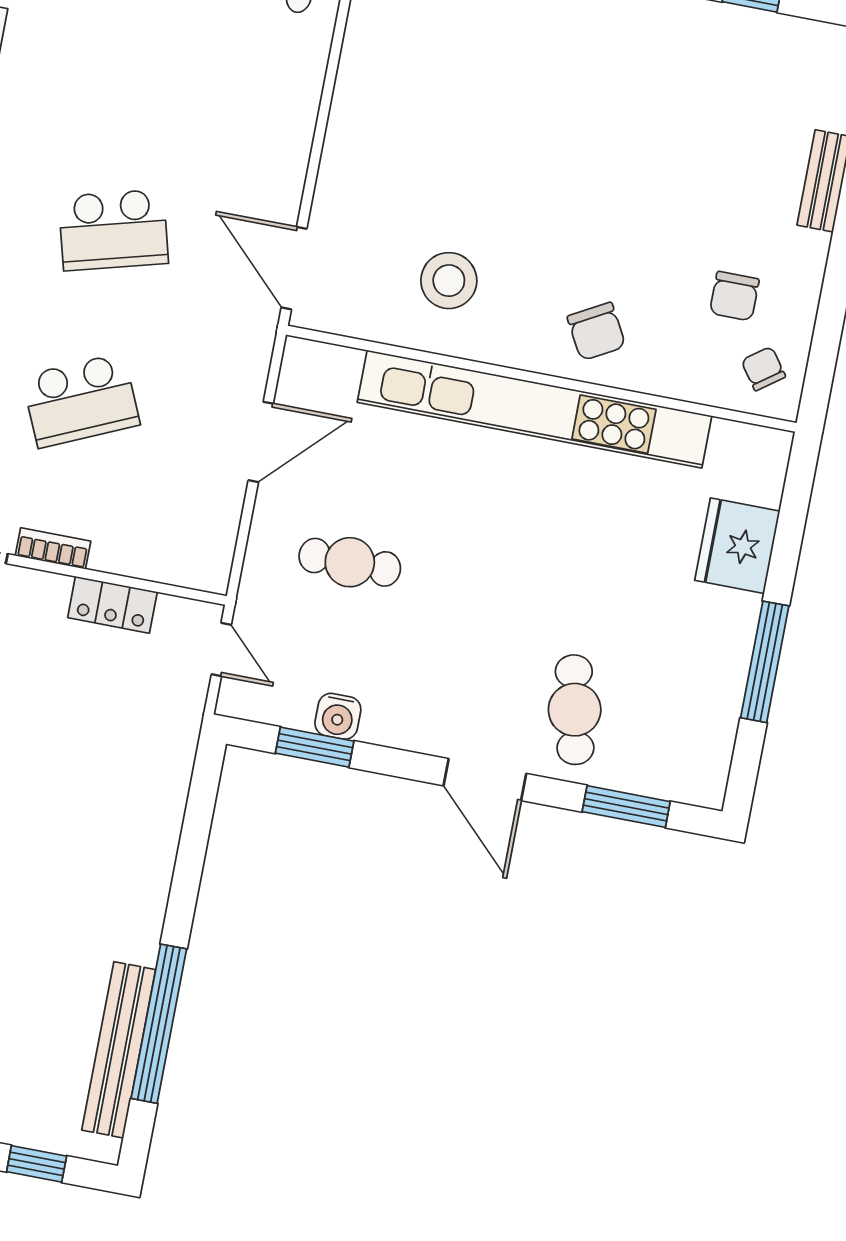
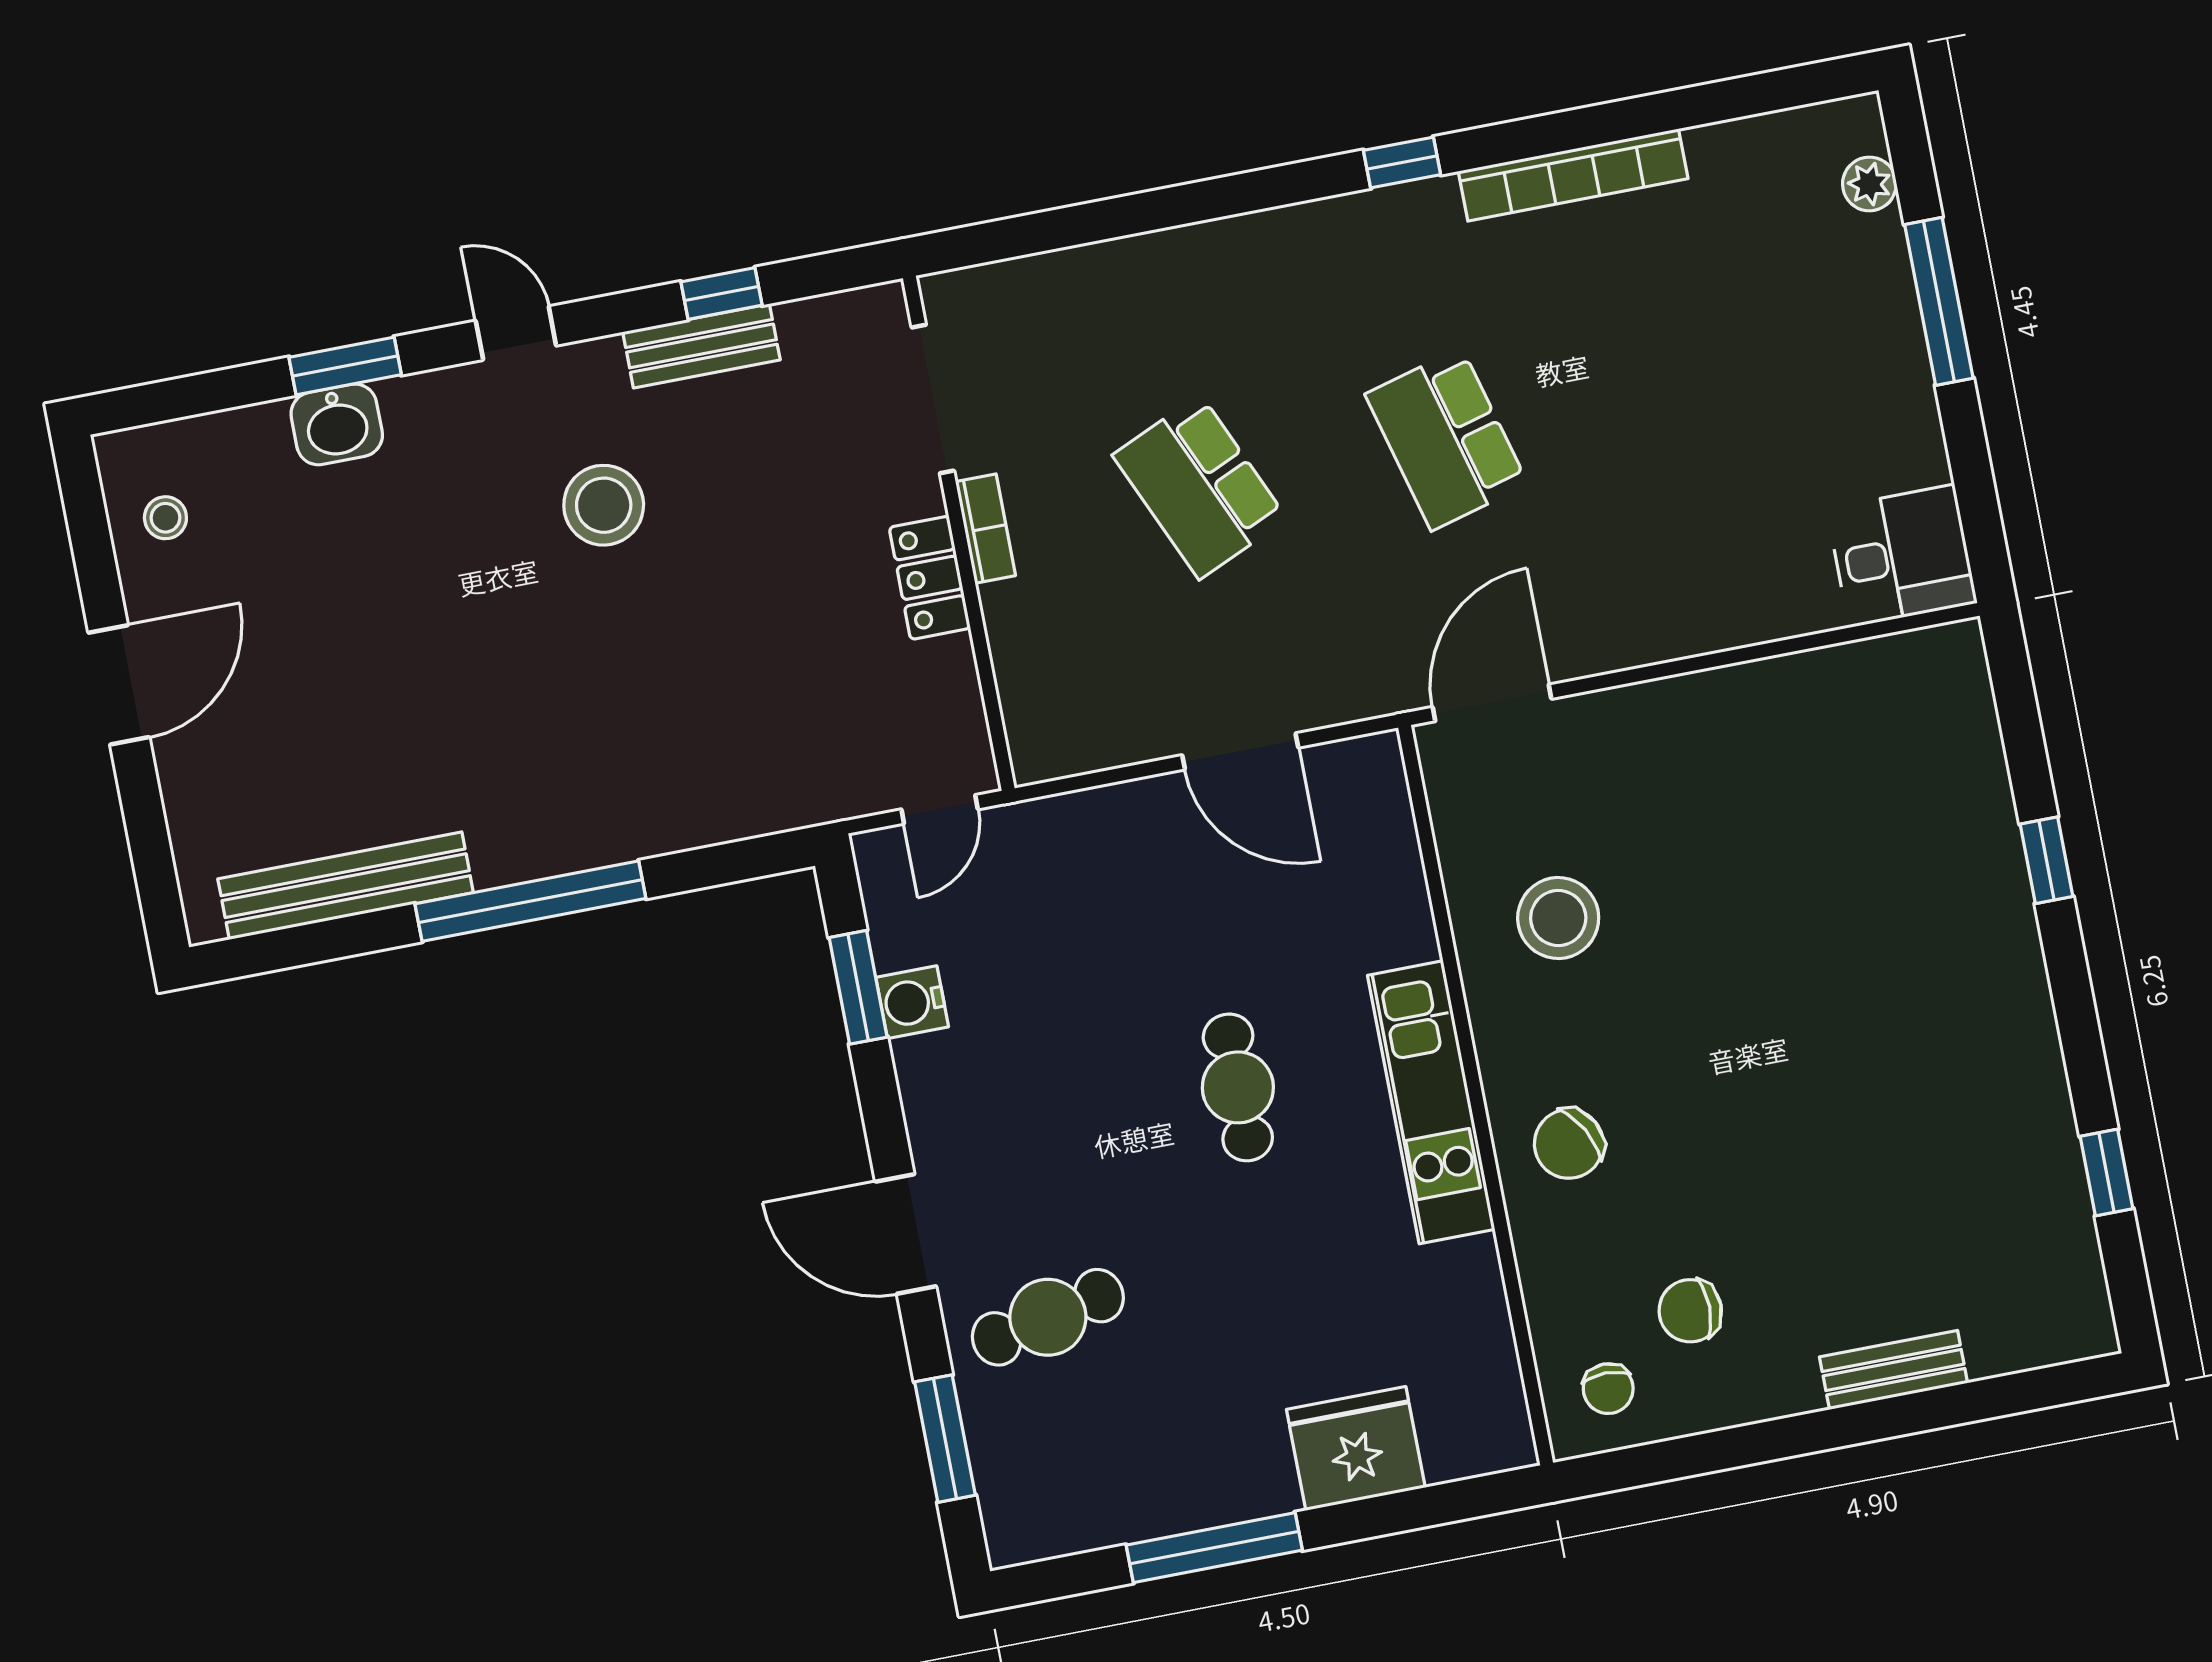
chair: (763, 369) -> (1608, 1389), turned 126
kitchen unit: (535, 409) -> (1431, 1102), width x0.54
cafe table: (350, 562) -> (1238, 1087), moved
locker: (112, 605) -> (930, 578), moved
door: (485, 780) -> (906, 1234), hinge flipped
window: (159, 1024) -> (530, 901), moved
window: (37, 1164) -> (148, 836), removed

